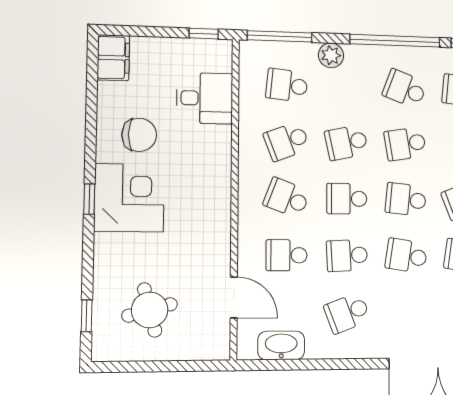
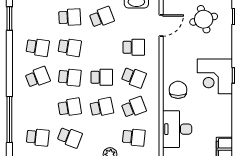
desk: (205, 98) -> (177, 129), width x1.37
chair: (139, 135) -> (178, 90), moved, turned 90
school desk: (347, 256) -> (70, 17), moved
door: (234, 297) -> (161, 25), swing flipped

